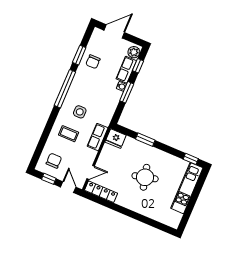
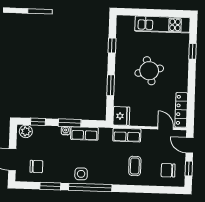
chair: (93, 62) -> (36, 166), moved
row of seats: (126, 70) -> (84, 134), moved
side table: (80, 112) -> (81, 174), moved
window: (191, 159) -> (112, 45), moved
door: (68, 187) -> (189, 145), hinge flipped
kitchen unit: (187, 188) -> (162, 24), moved
window: (147, 221) -> (193, 51), added

